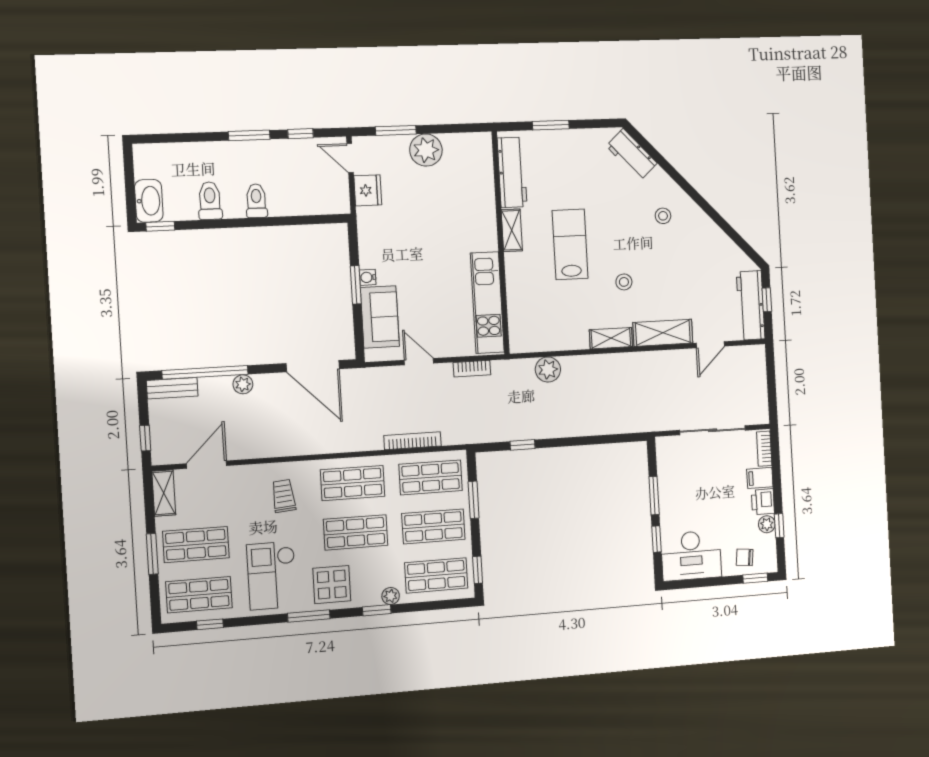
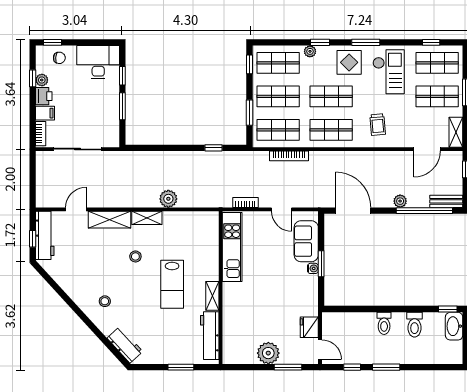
plant: (548, 369) -> (168, 199), moved

